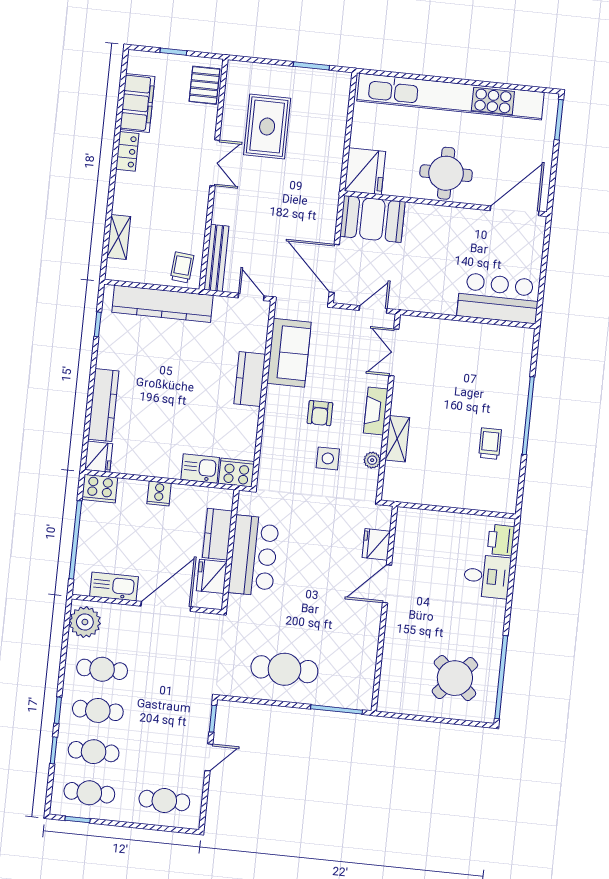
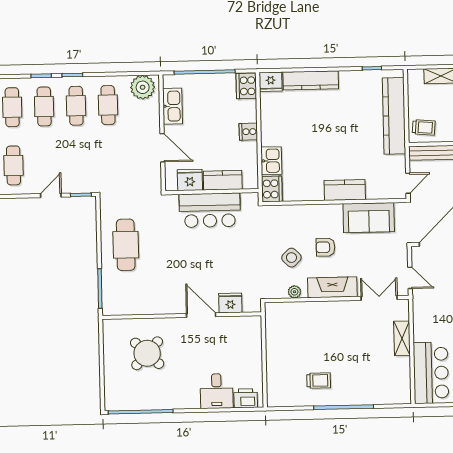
fireplace: (376, 411) -> (332, 287), width x1.37, depth x1.32
shelving: (397, 439) -> (402, 338), moved, turned 90
side table: (328, 458) -> (291, 258), turned 45
door: (166, 606) -> (162, 148), width x0.73
round table: (455, 678) -> (147, 353), moved
door: (209, 757) -> (51, 195), swing flipped

